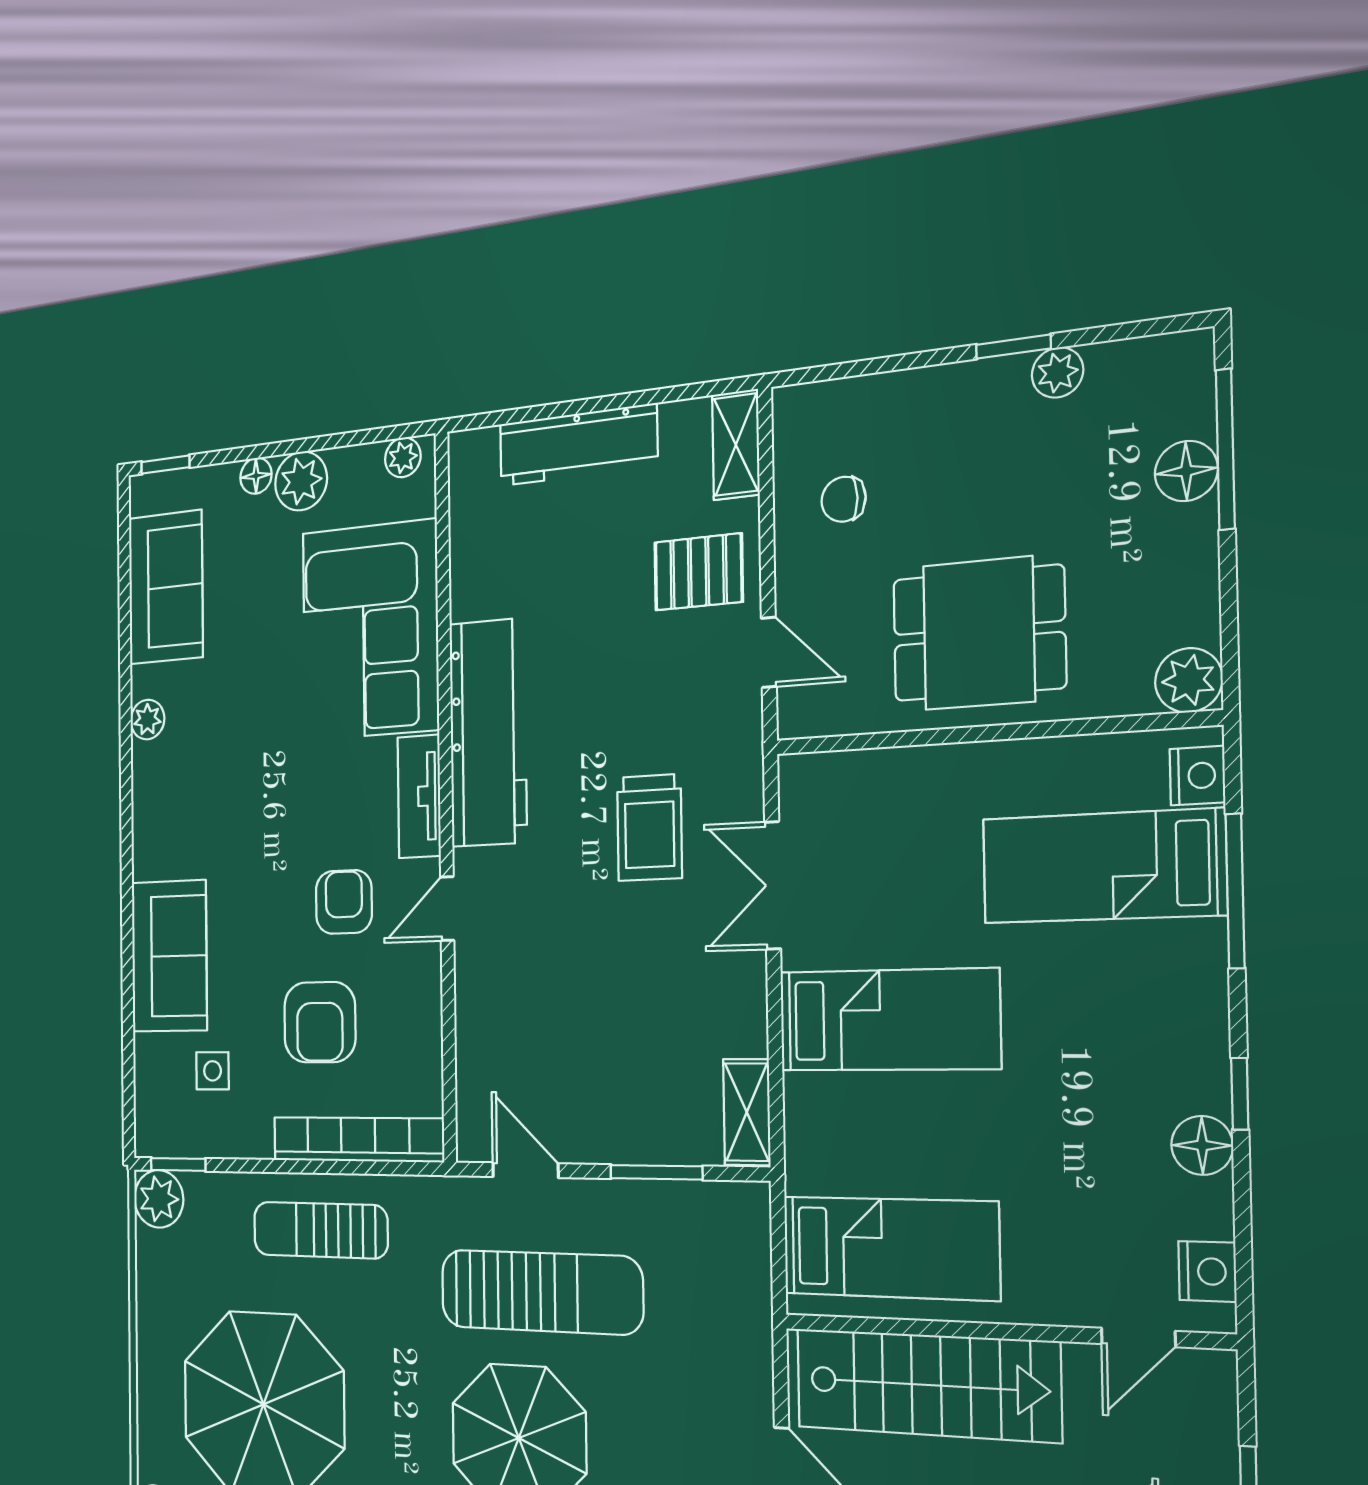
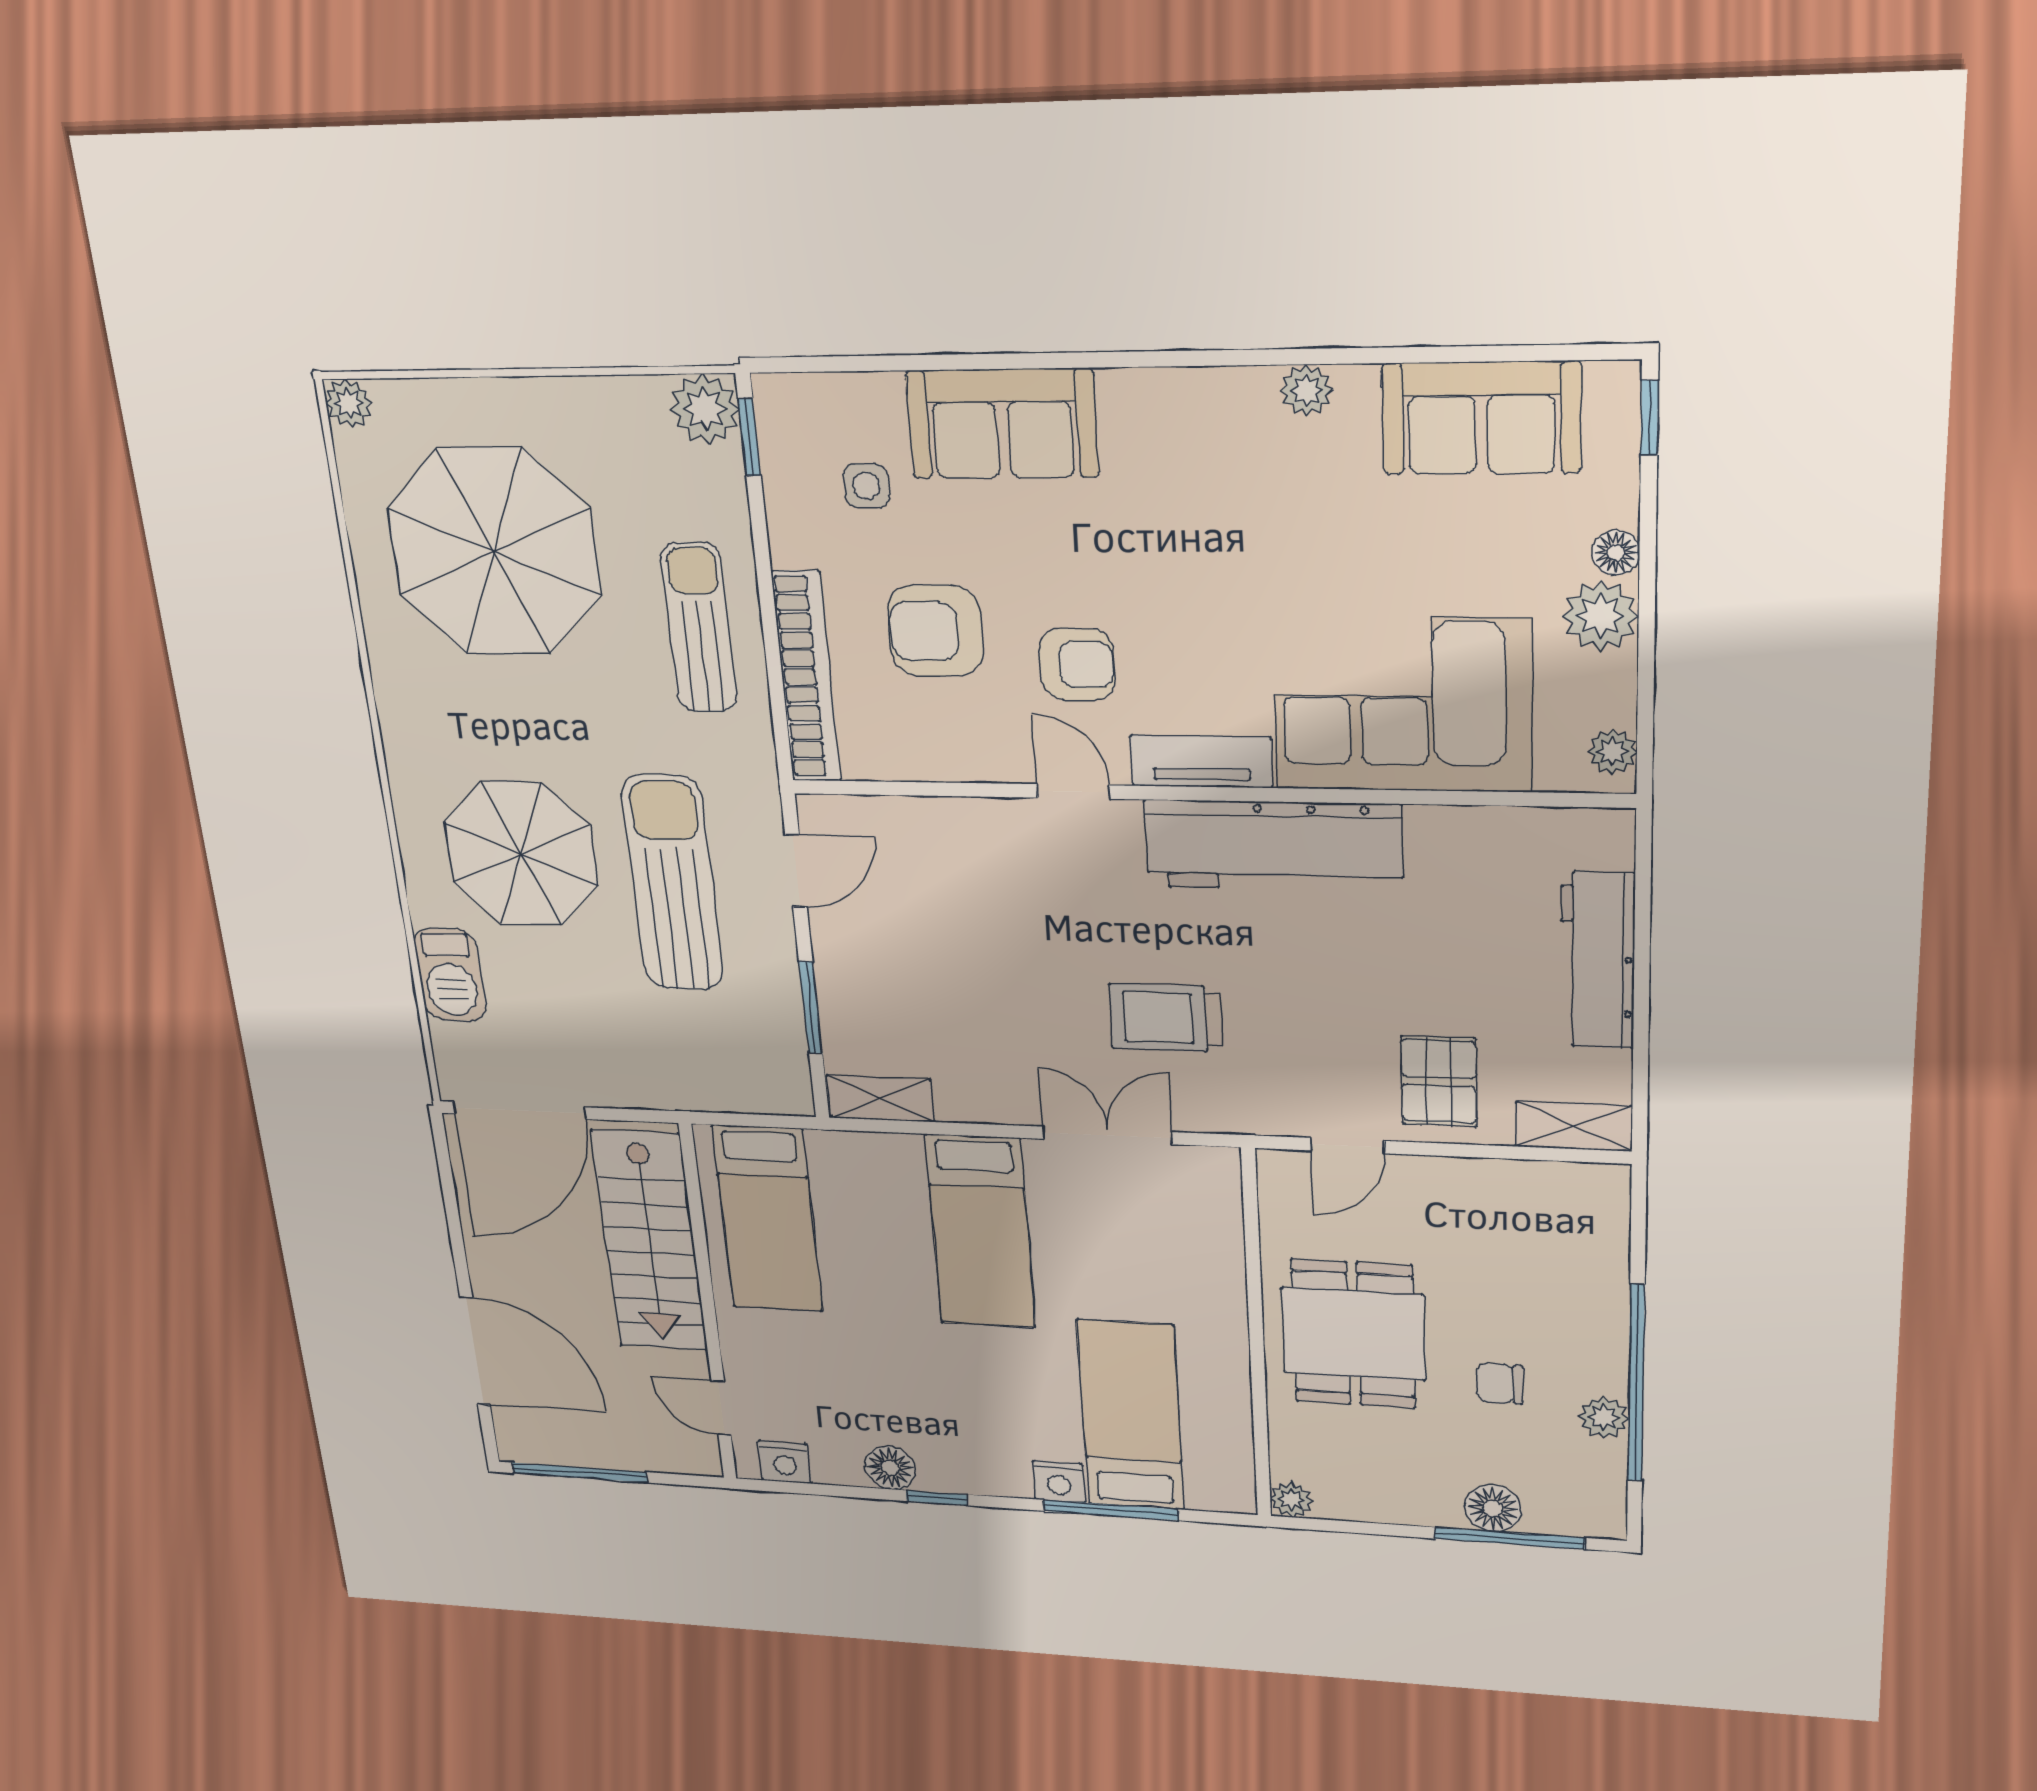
window: (1013, 347) -> (1636, 1384), width x3.17
chair: (844, 499) -> (1500, 1384), moved, turned -90
plant: (1189, 680) -> (1291, 1500), width x0.73, depth x0.73
nightstand: (1197, 776) -> (1059, 1482), moved
sun lounger: (541, 1292) -> (673, 883), turned 180

